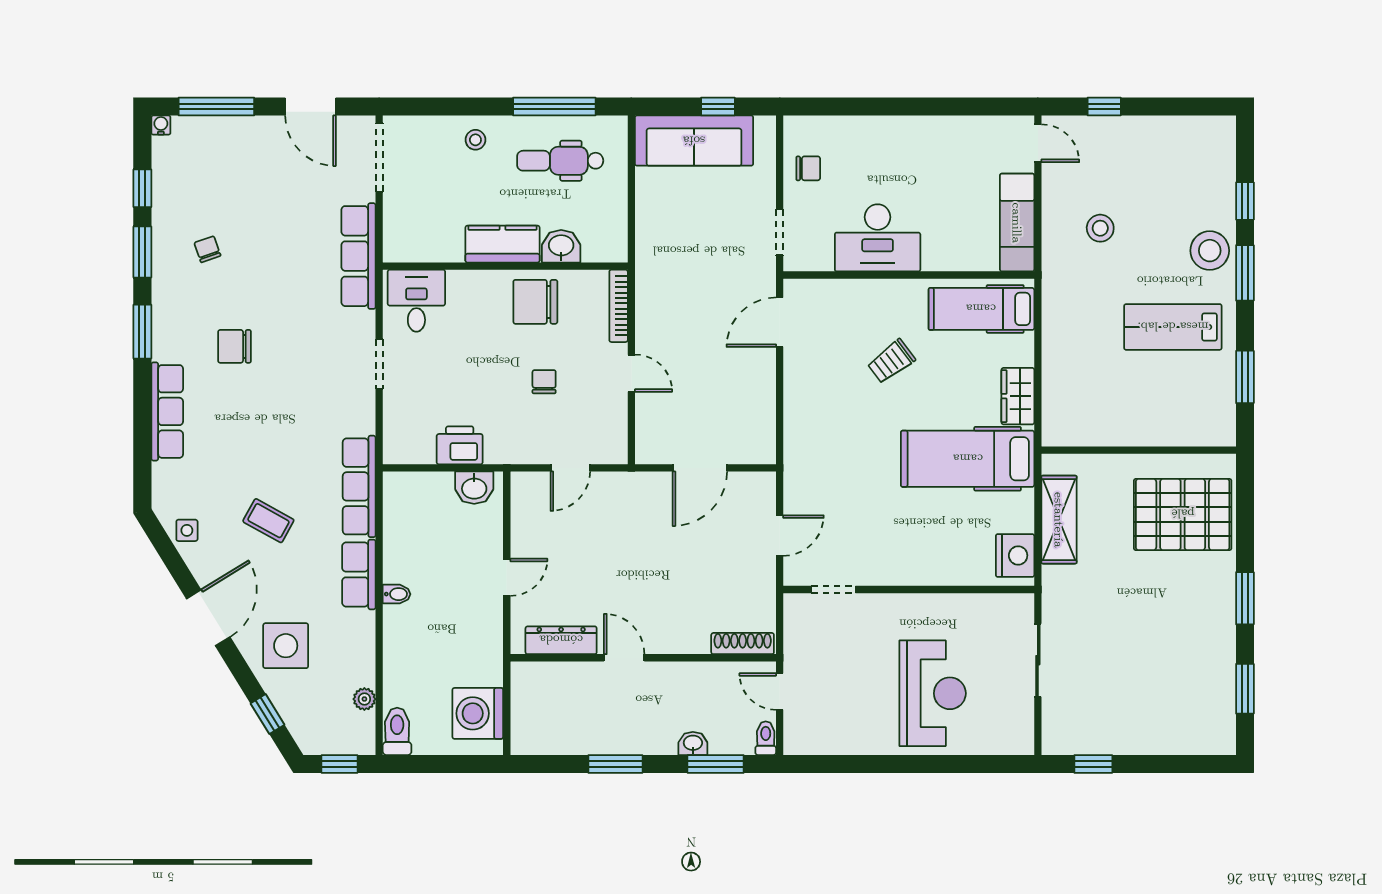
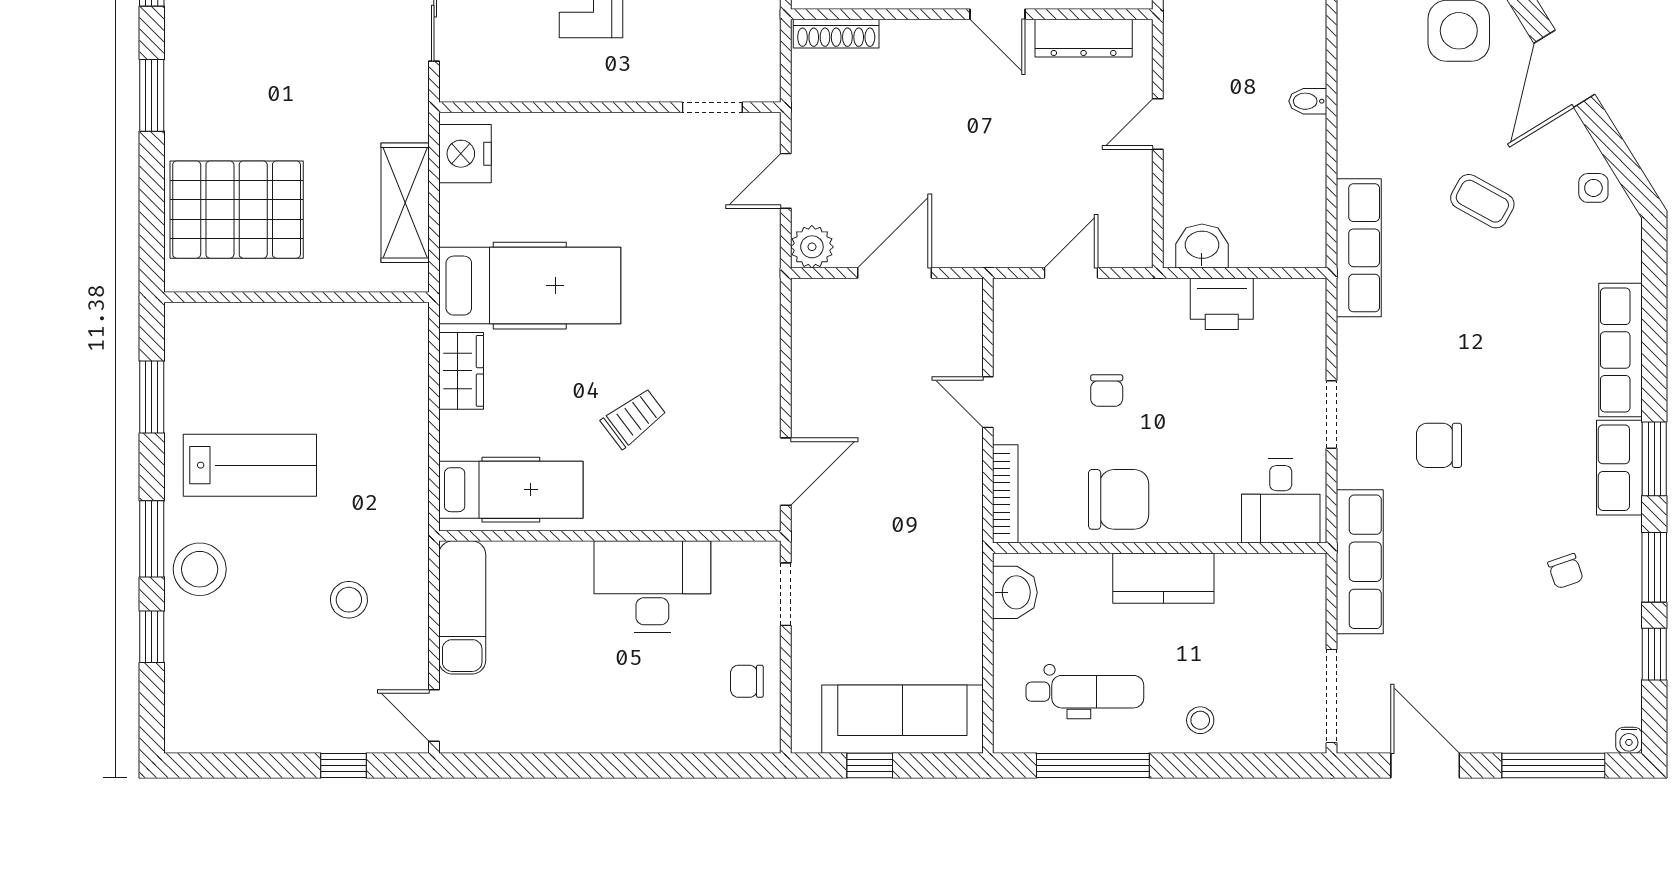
washbasin: (561, 246) -> (1015, 592), moved, turned -90
chair: (234, 346) -> (1439, 445), moved, turned 180
plant: (760, 487) -> (812, 247), added
row of seats: (359, 574) -> (1619, 468), moved, turned 180

